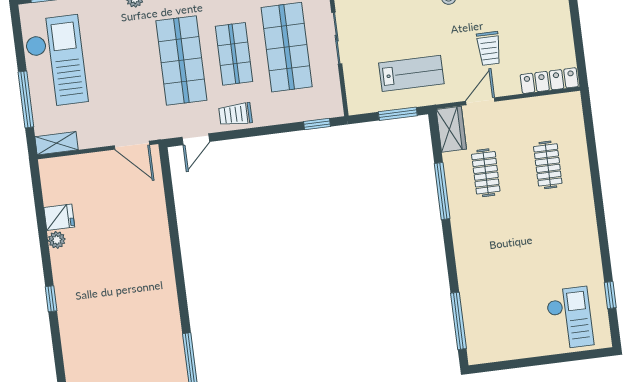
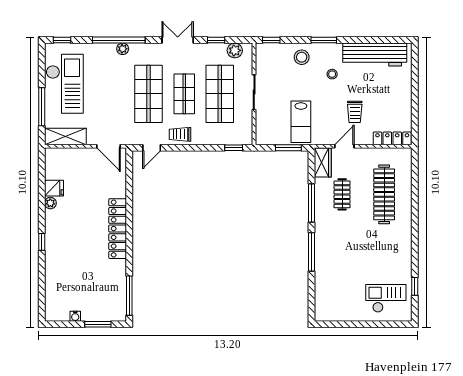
lab bench: (411, 73) -> (301, 122), turned 90
shelving: (57, 143) -> (65, 136), width x1.50, depth x1.33
clothes rail: (548, 165) -> (384, 194), width x1.86, depth x1.31
locker: (161, 265) -> (118, 229), added
checkout: (570, 318) -> (386, 298), turned -90
window: (459, 321) -> (311, 252), moved

